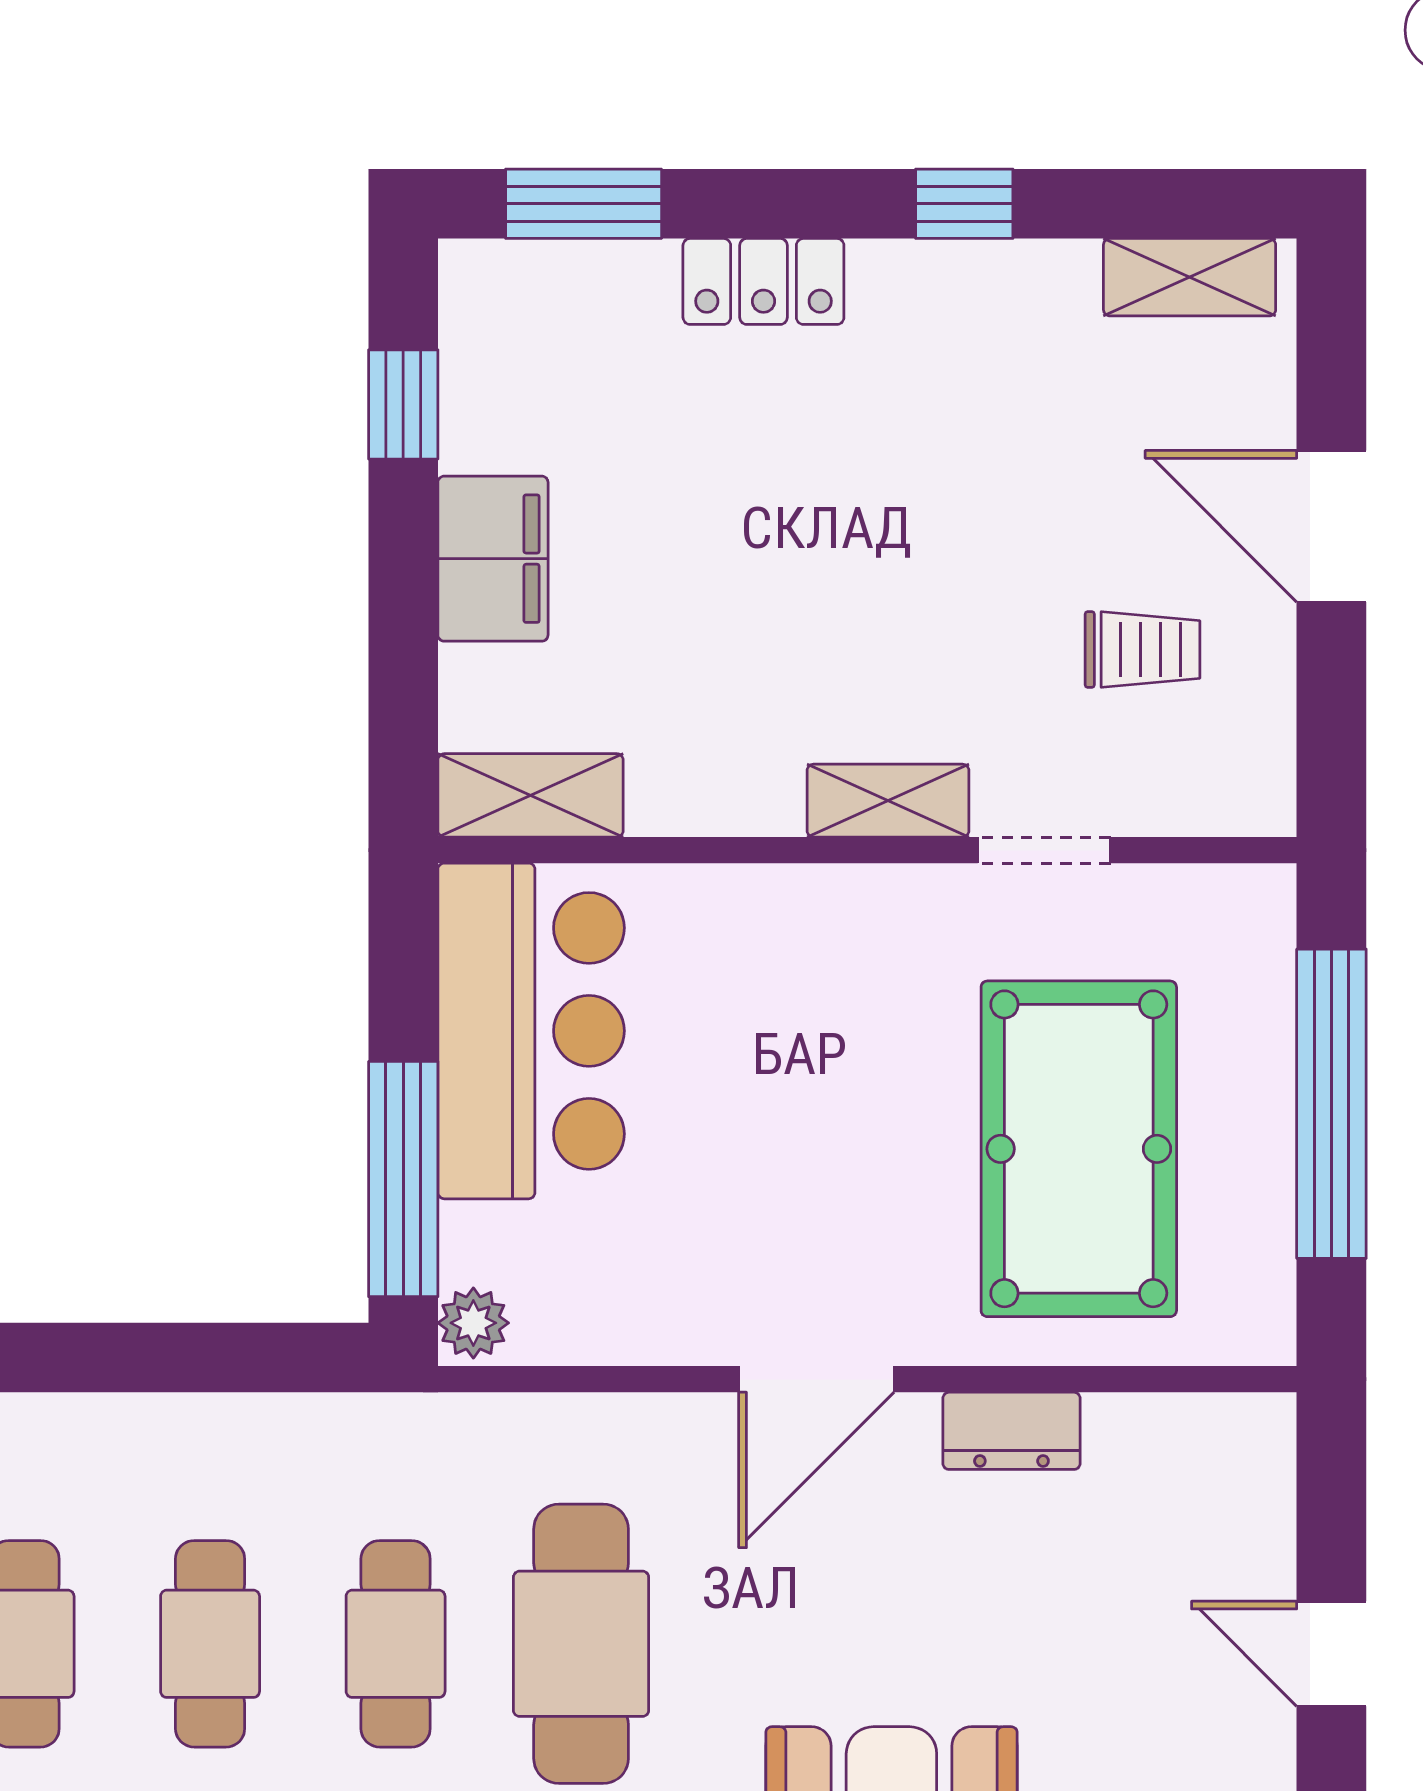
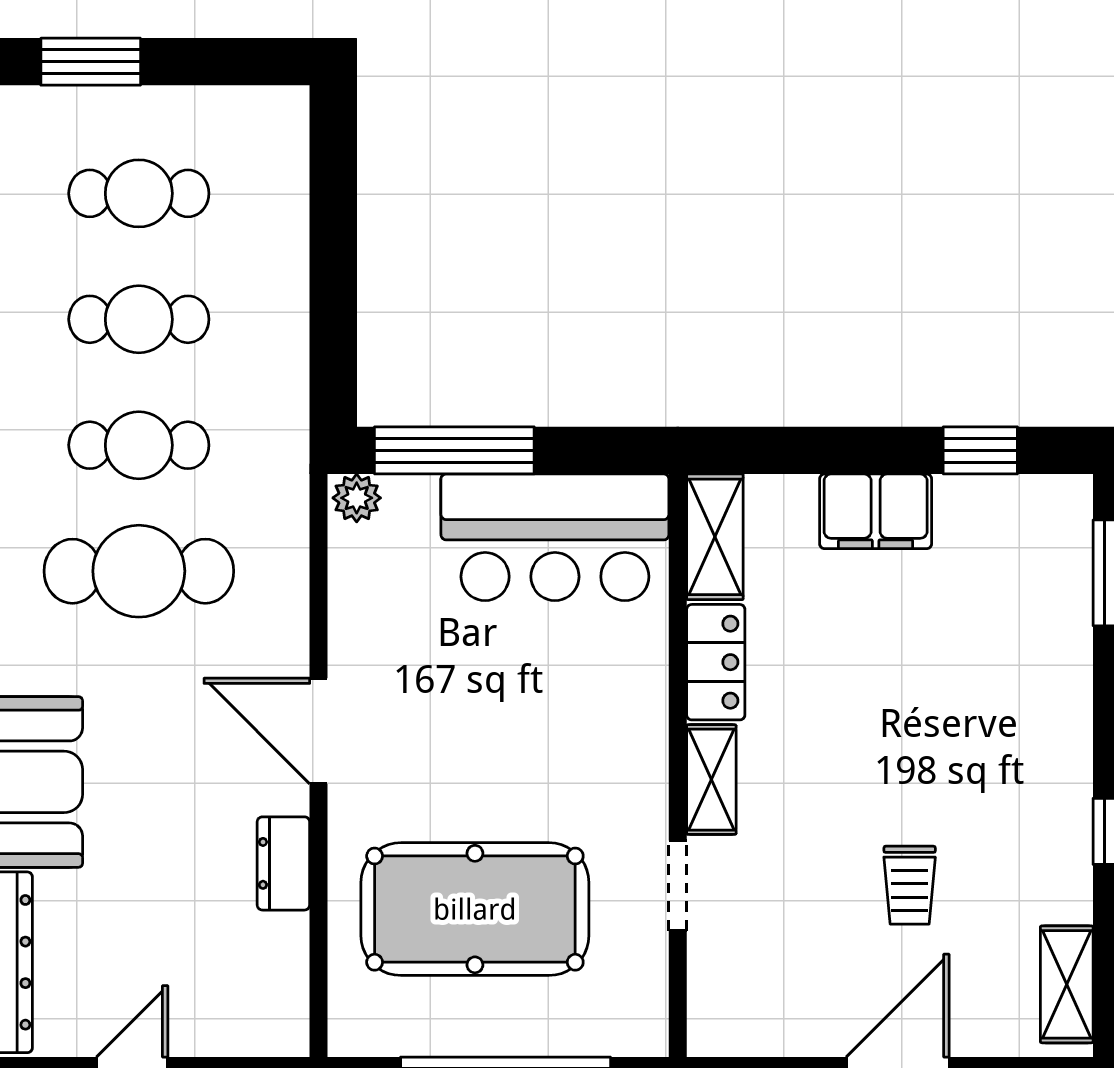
locker: (763, 281) -> (716, 662), moved, turned 180
trolley: (1142, 649) -> (910, 885), moved

